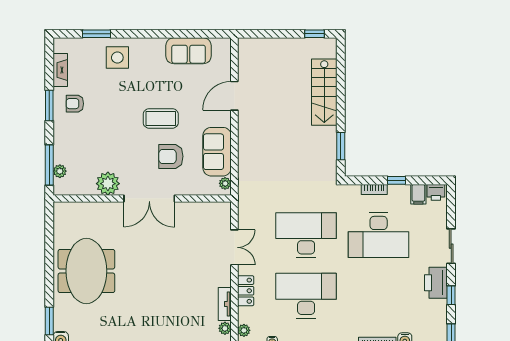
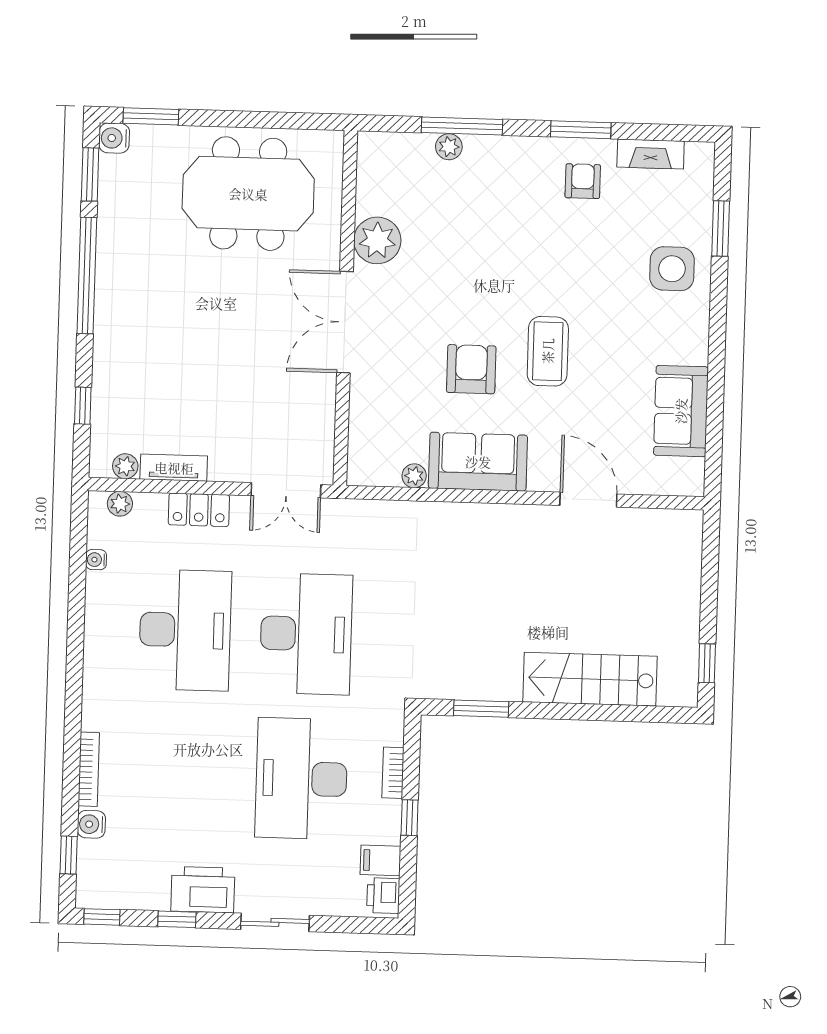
plant: (108, 184) -> (377, 240), moved
wall: (142, 198) -> (345, 308), moved
double door: (149, 198) -> (345, 322), moved

